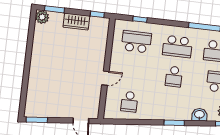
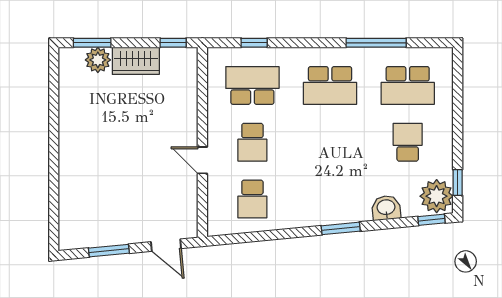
plant: (42, 17) -> (98, 60), moved
school desk: (174, 77) -> (252, 142), moved
door: (105, 78) -> (202, 160), swing flipped
window: (37, 120) -> (109, 251), moved

